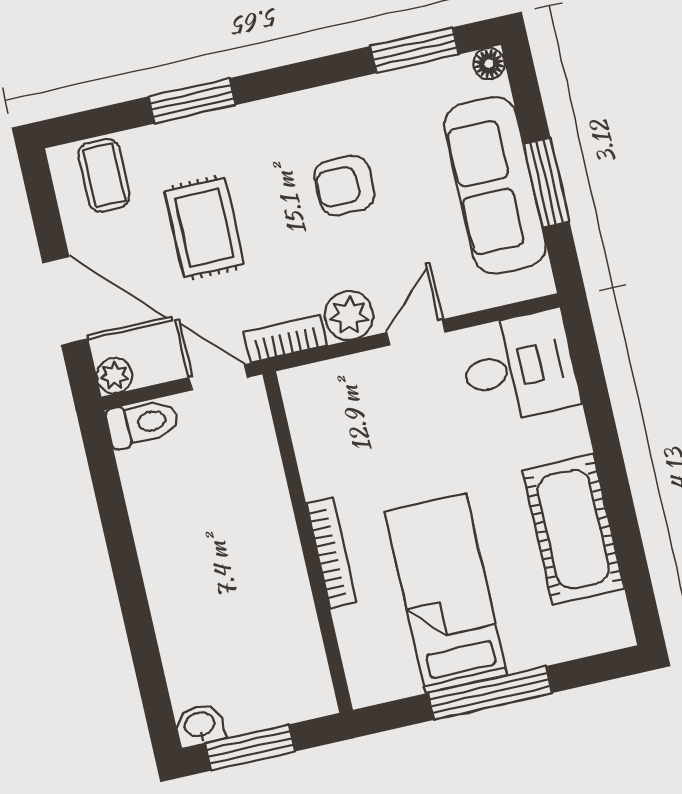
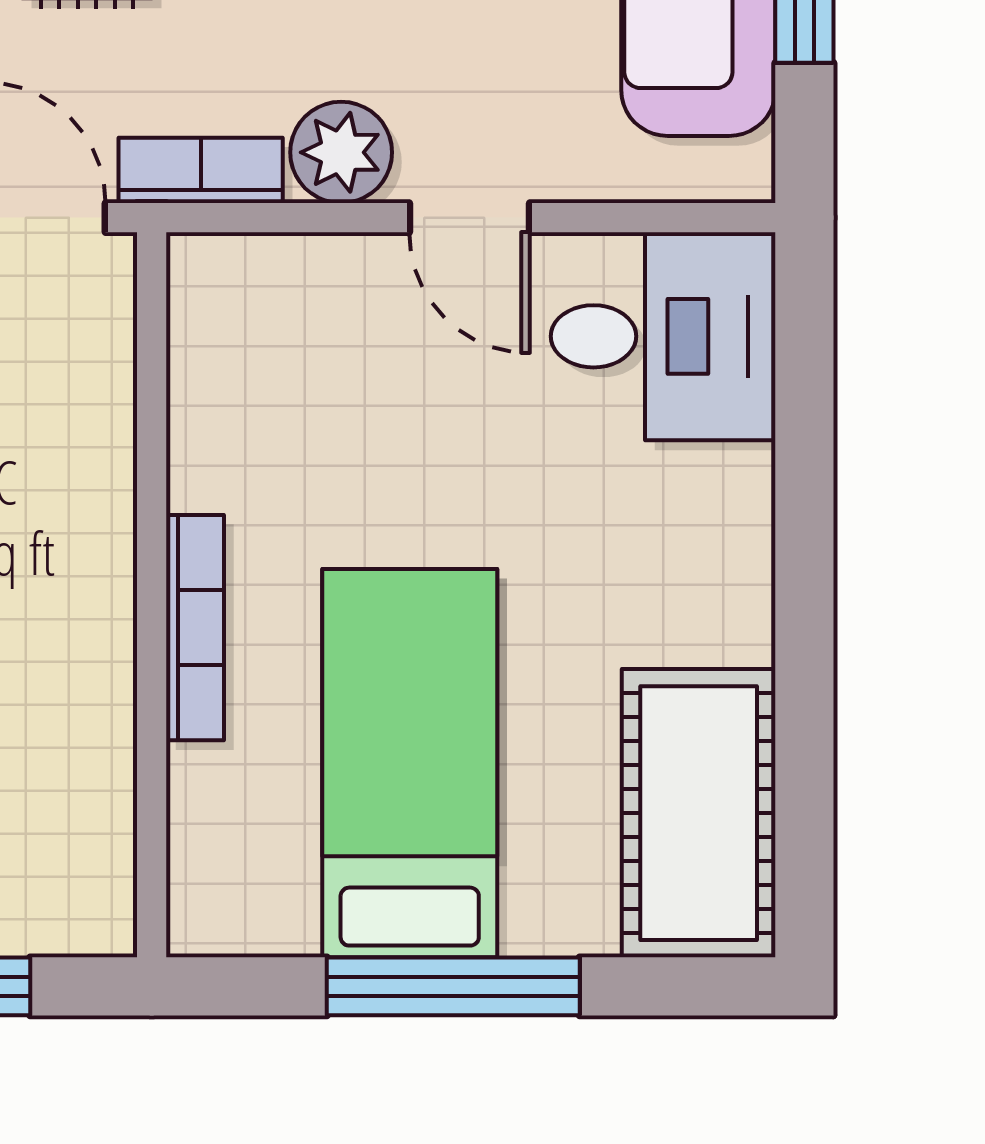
door: (416, 332) -> (469, 218), swing flipped
cot: (573, 529) -> (699, 813), moved

